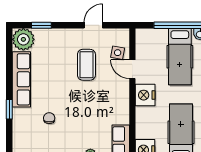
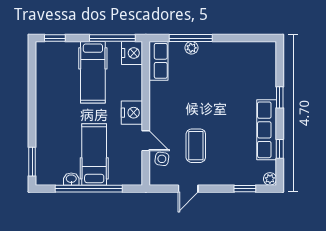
plant: (23, 39) -> (270, 179), width x0.53, depth x0.53
window: (9, 62) -> (280, 149), added
chair: (49, 118) -> (236, 88), removed

